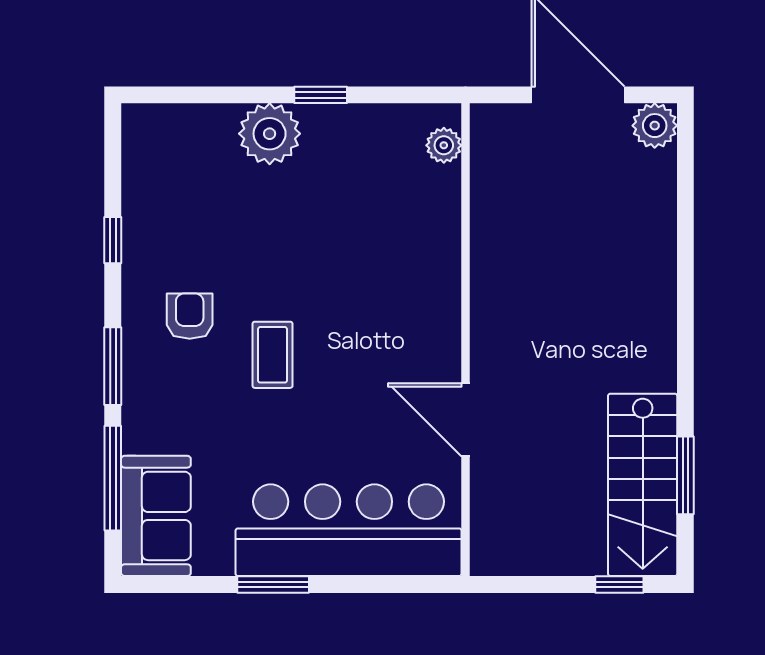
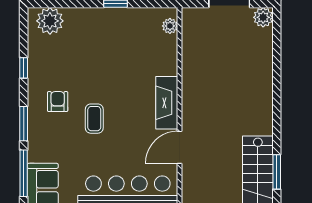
plant: (270, 134) -> (50, 21), moved
fireplace: (437, 319) -> (167, 103), added
door: (465, 420) -> (180, 147), hinge flipped

